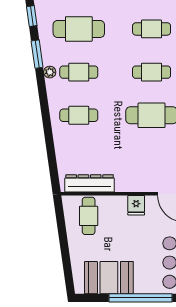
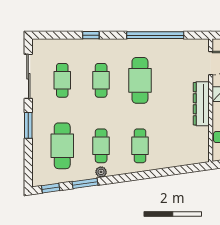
dresser: (90, 183) -> (201, 104), moved

